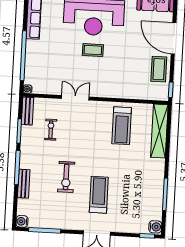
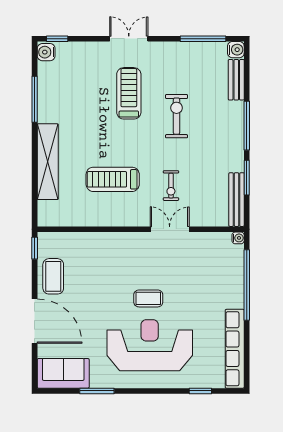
double door: (75, 98) -> (170, 229), swing flipped
bench: (27, 111) -> (237, 200), width x1.36
treadmill: (122, 126) -> (113, 179), moved, turned -90
exercise bike: (51, 130) -> (171, 186), moved
shelving: (159, 131) -> (48, 162), moved
bench: (24, 184) -> (236, 80), moved
treadmill: (99, 195) -> (129, 93), turned 180

